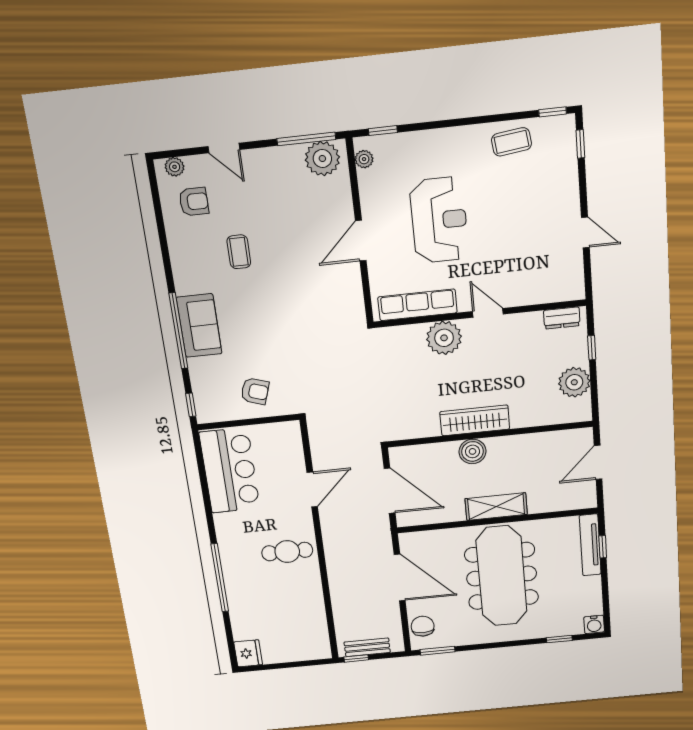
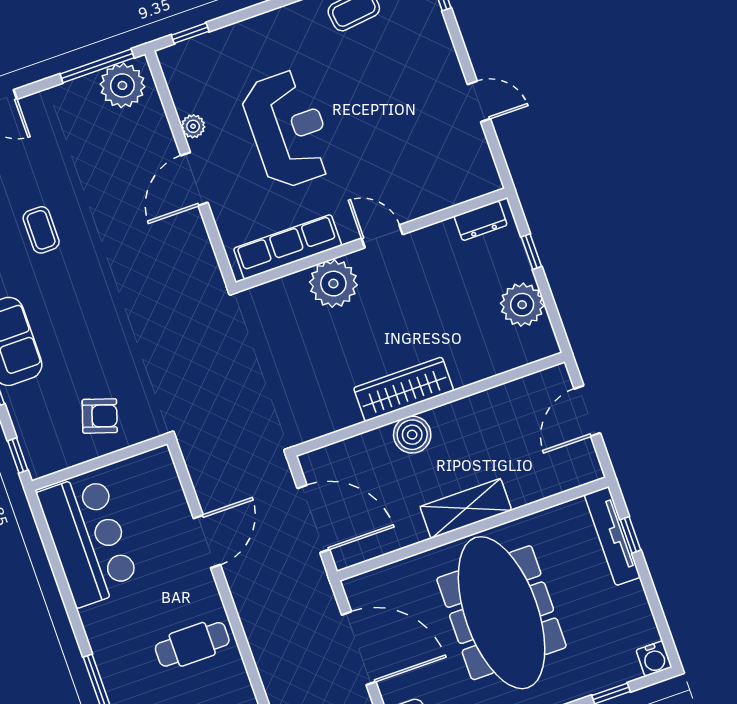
plant: (364, 159) -> (193, 126), moved

